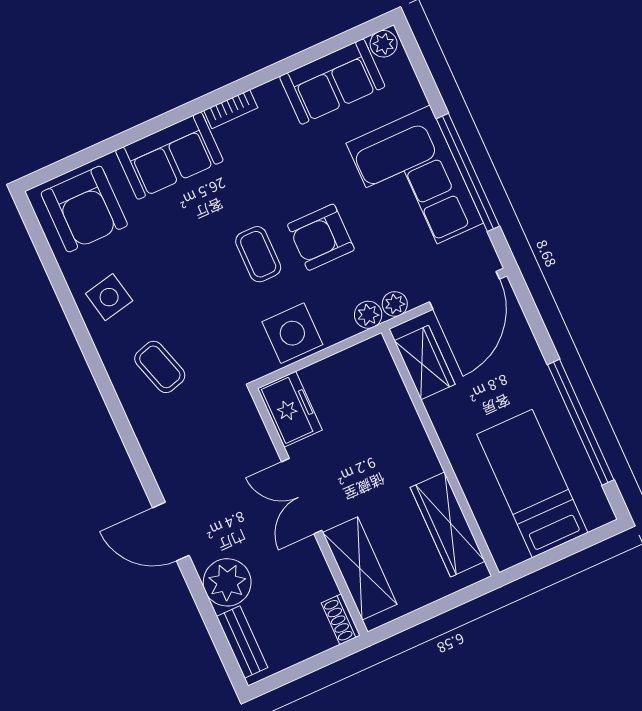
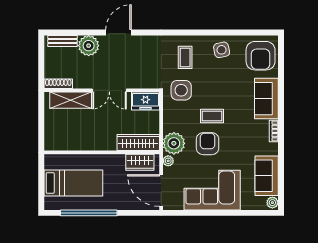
window: (468, 172) -> (207, 213), removed
armchair: (84, 209) -> (261, 56), turned -90
plant: (368, 315) -> (174, 143), width x1.87, depth x1.87
side table: (292, 333) -> (181, 90), moved
coffee table: (160, 367) -> (185, 57), turned -73
double door: (302, 496) -> (109, 90), swing flipped
wardrobe: (448, 524) -> (138, 143), moved
shoe rack: (341, 619) -> (58, 84), width x1.43

